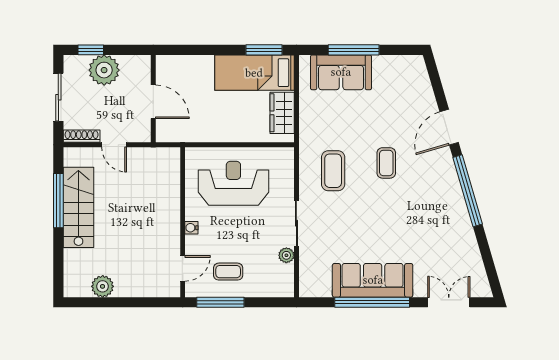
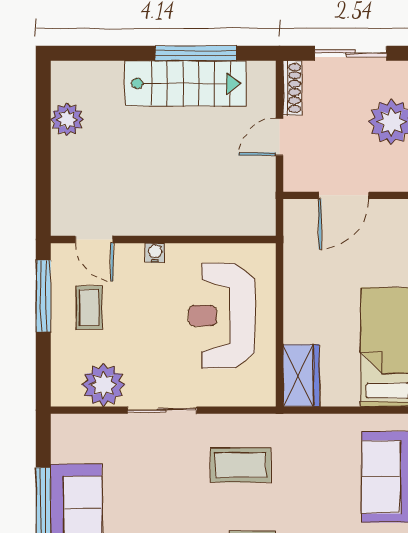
wardrobe: (282, 113) -> (301, 375), moved, turned 90
reception desk: (233, 183) -> (222, 316), turned 180
plant: (286, 255) -> (103, 385), width x1.88, depth x1.88

